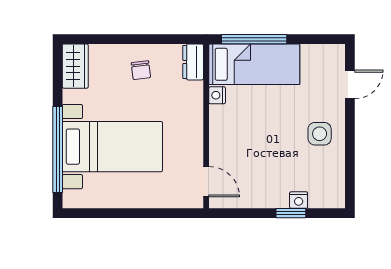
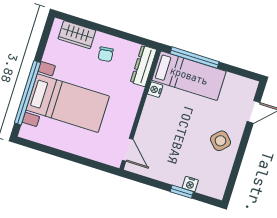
dresser: (193, 62) -> (143, 66), width x1.44
wardrobe: (75, 66) -> (77, 35), moved, turned 90
side table: (320, 134) -> (220, 141), turned 45

